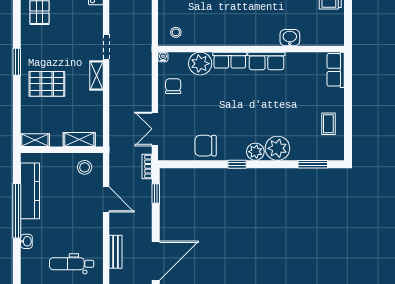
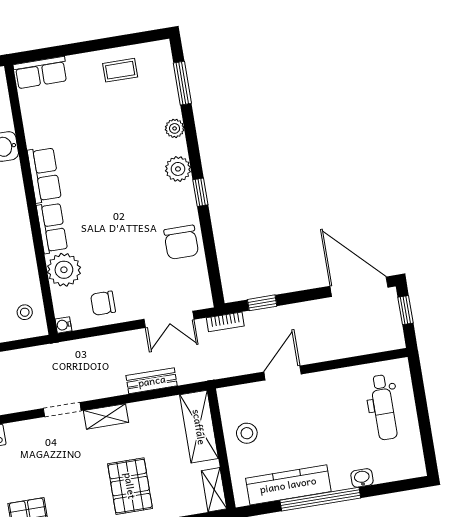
shelving: (79, 140) -> (199, 427), width x1.50, depth x1.33
plant: (277, 148) -> (175, 128), width x0.53, depth x0.53
stool: (85, 167) -> (247, 433), moved
bench: (116, 252) -> (152, 381), moved

